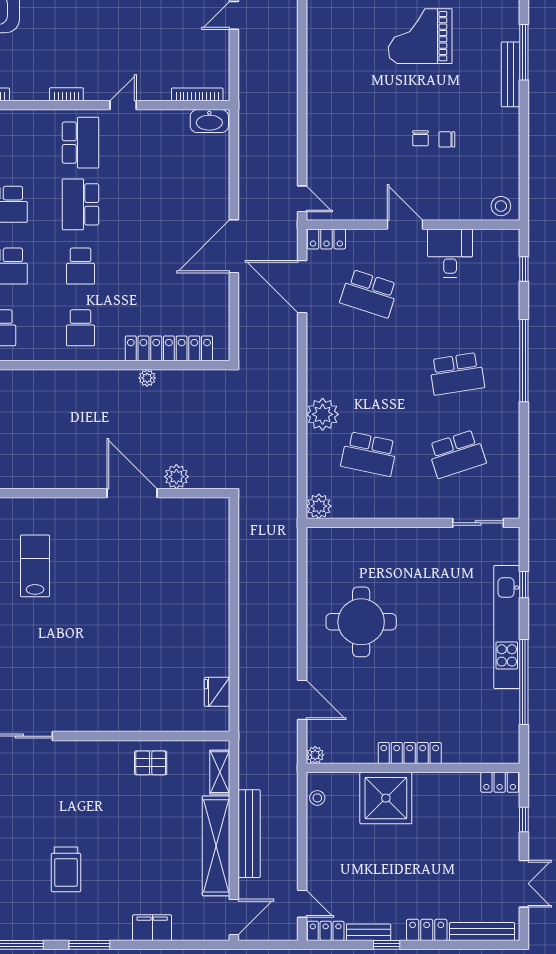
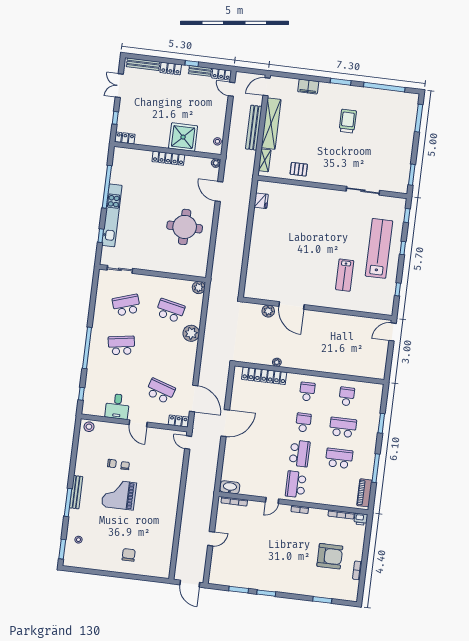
grand piano: (420, 36) -> (119, 495), moved, turned 180

